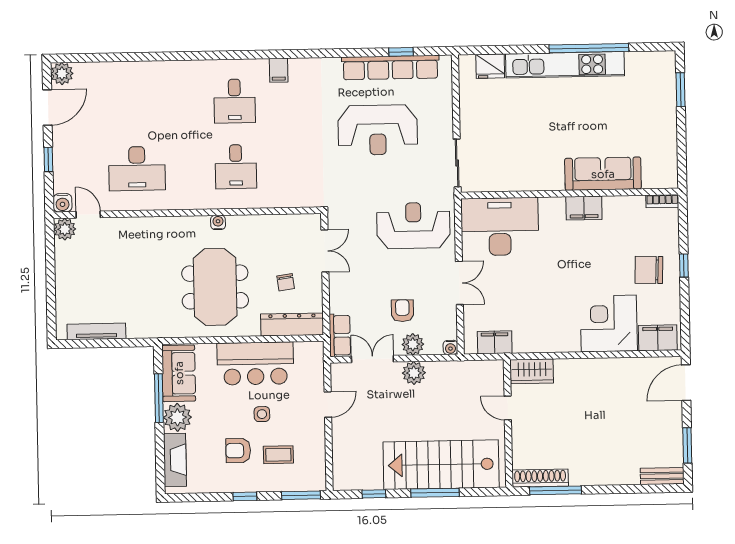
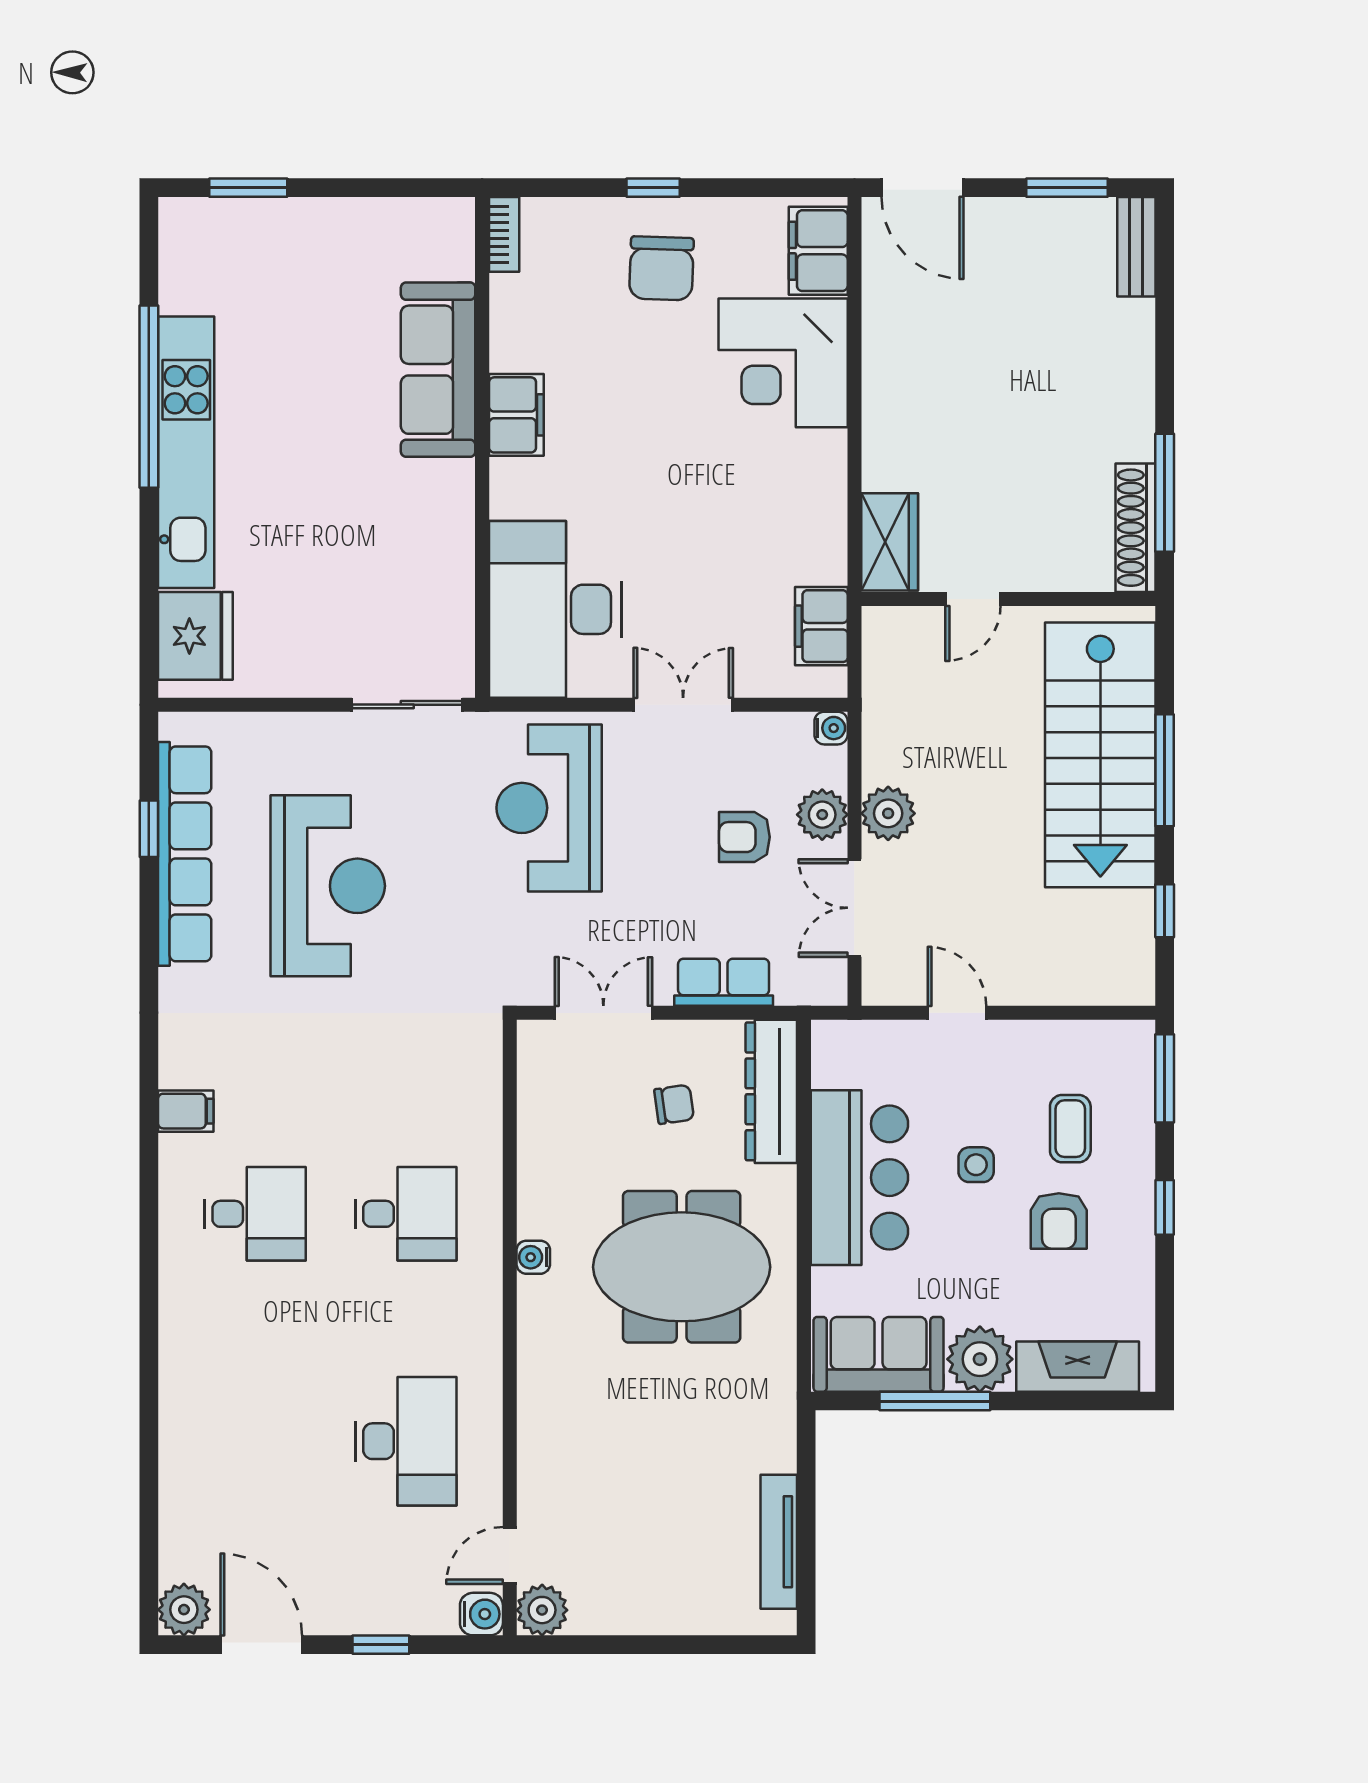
fridge: (490, 66) -> (195, 636), width x1.36, depth x1.34
row of seats: (340, 335) -> (724, 982), moved

